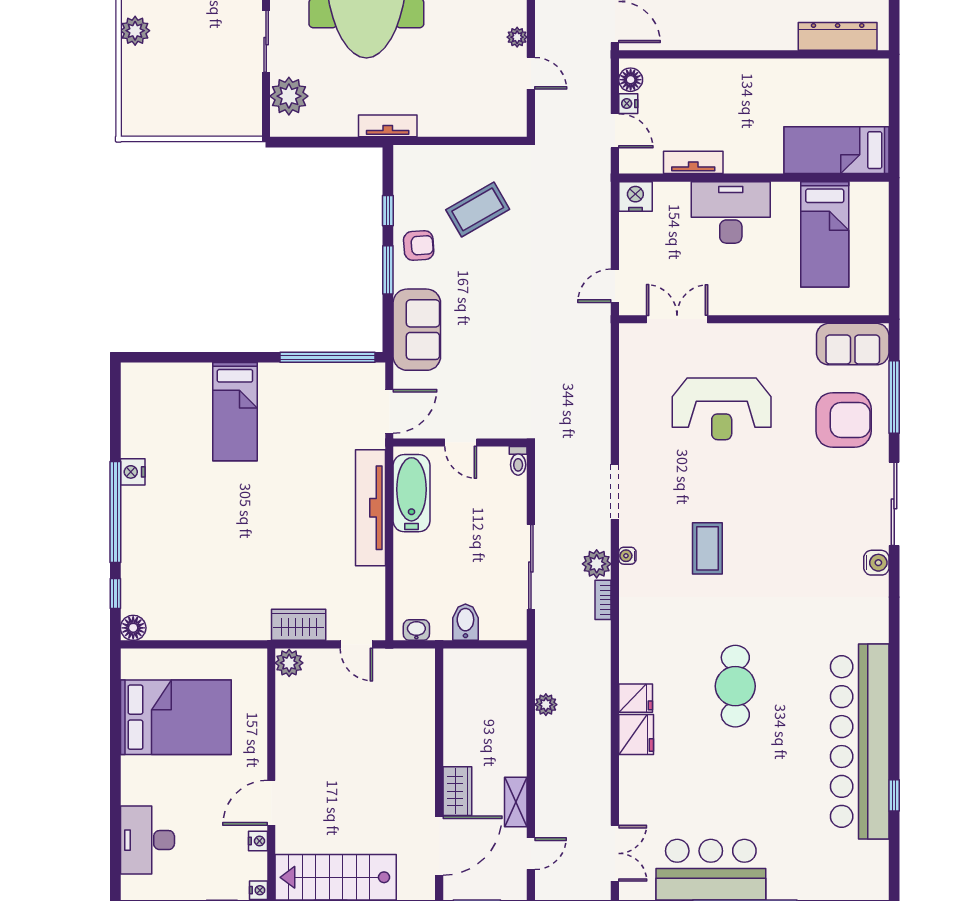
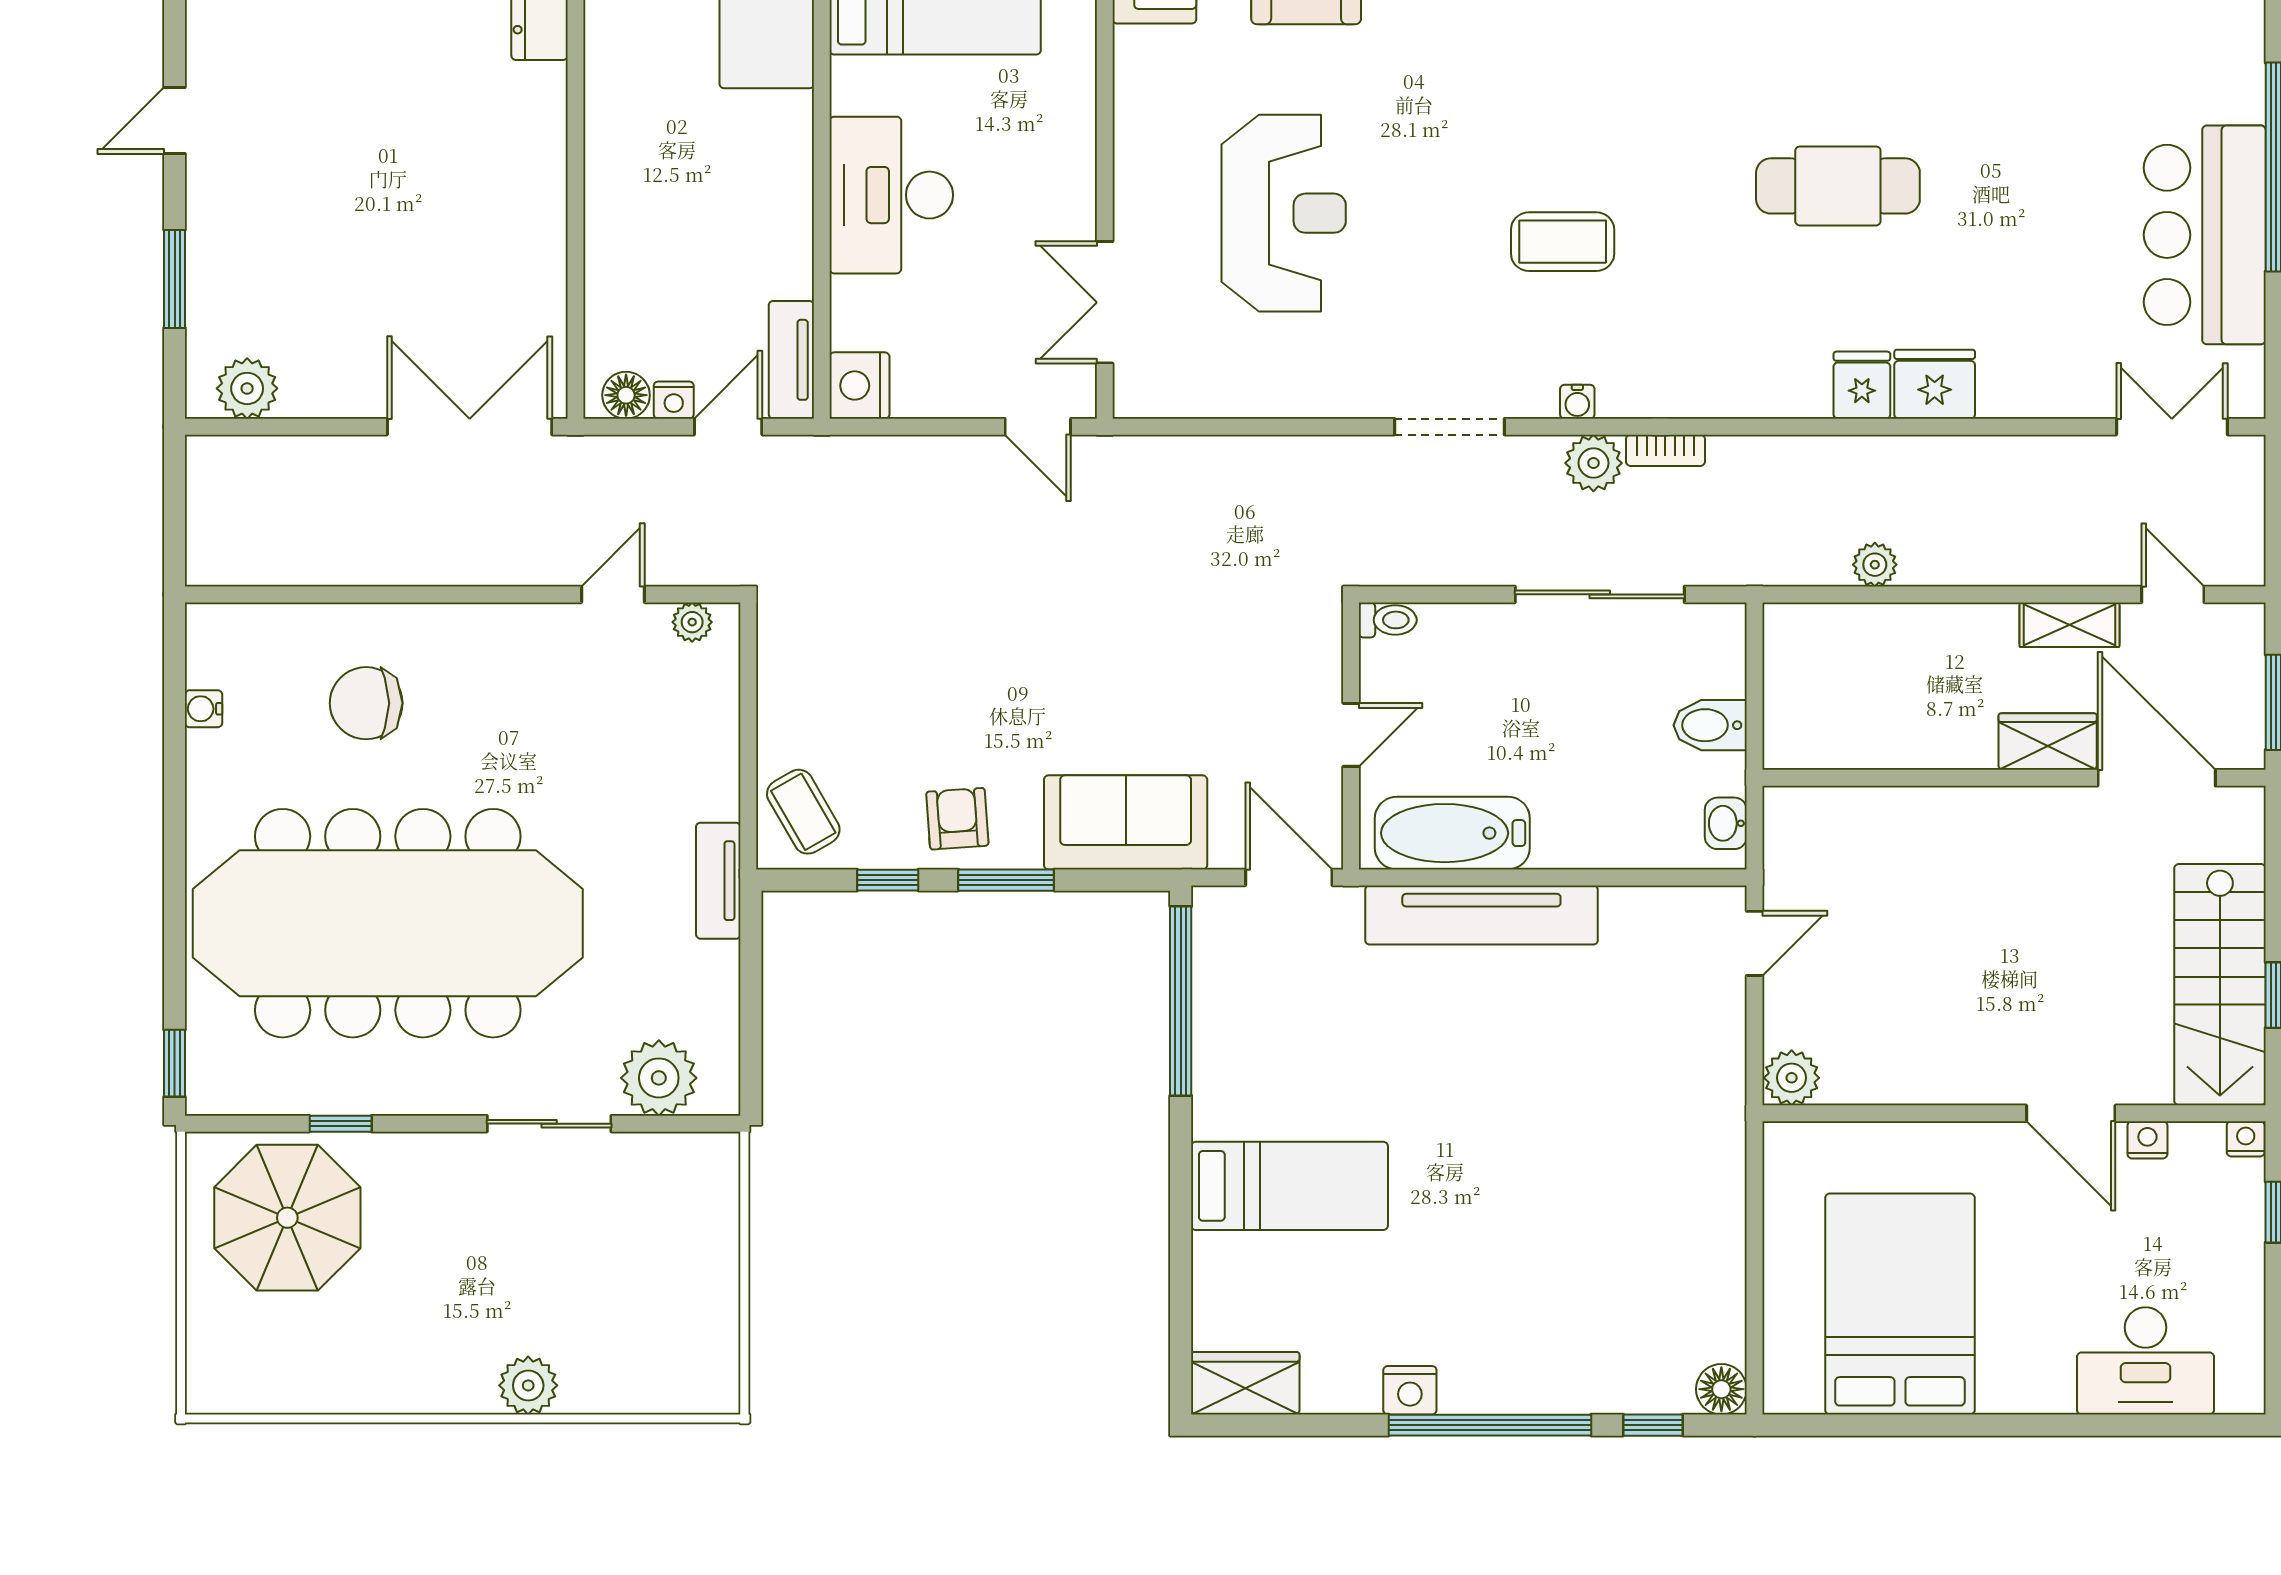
plant: (517, 37) -> (692, 622), moved
tv unit: (693, 162) -> (791, 360), moved
coffee table: (478, 209) -> (803, 812), moved, width x0.73, depth x0.77
wardrobe: (299, 625) -> (1245, 1383), moved, turned 90

